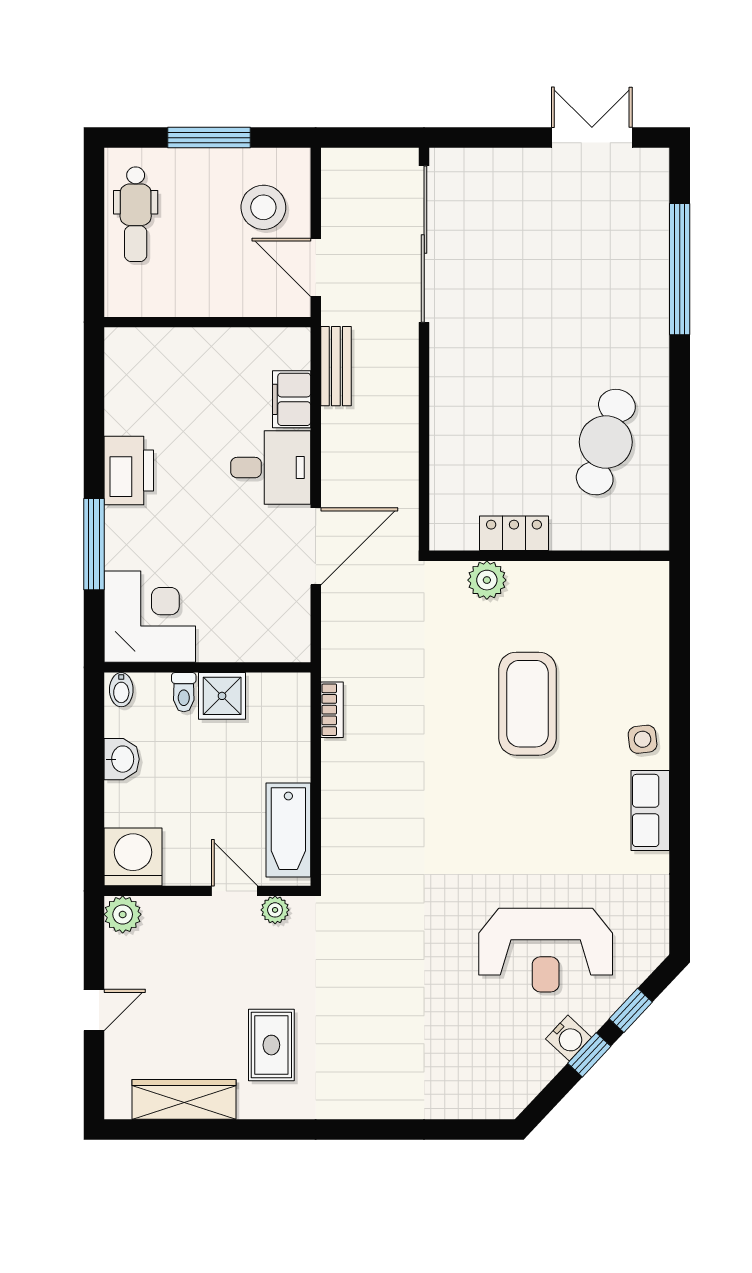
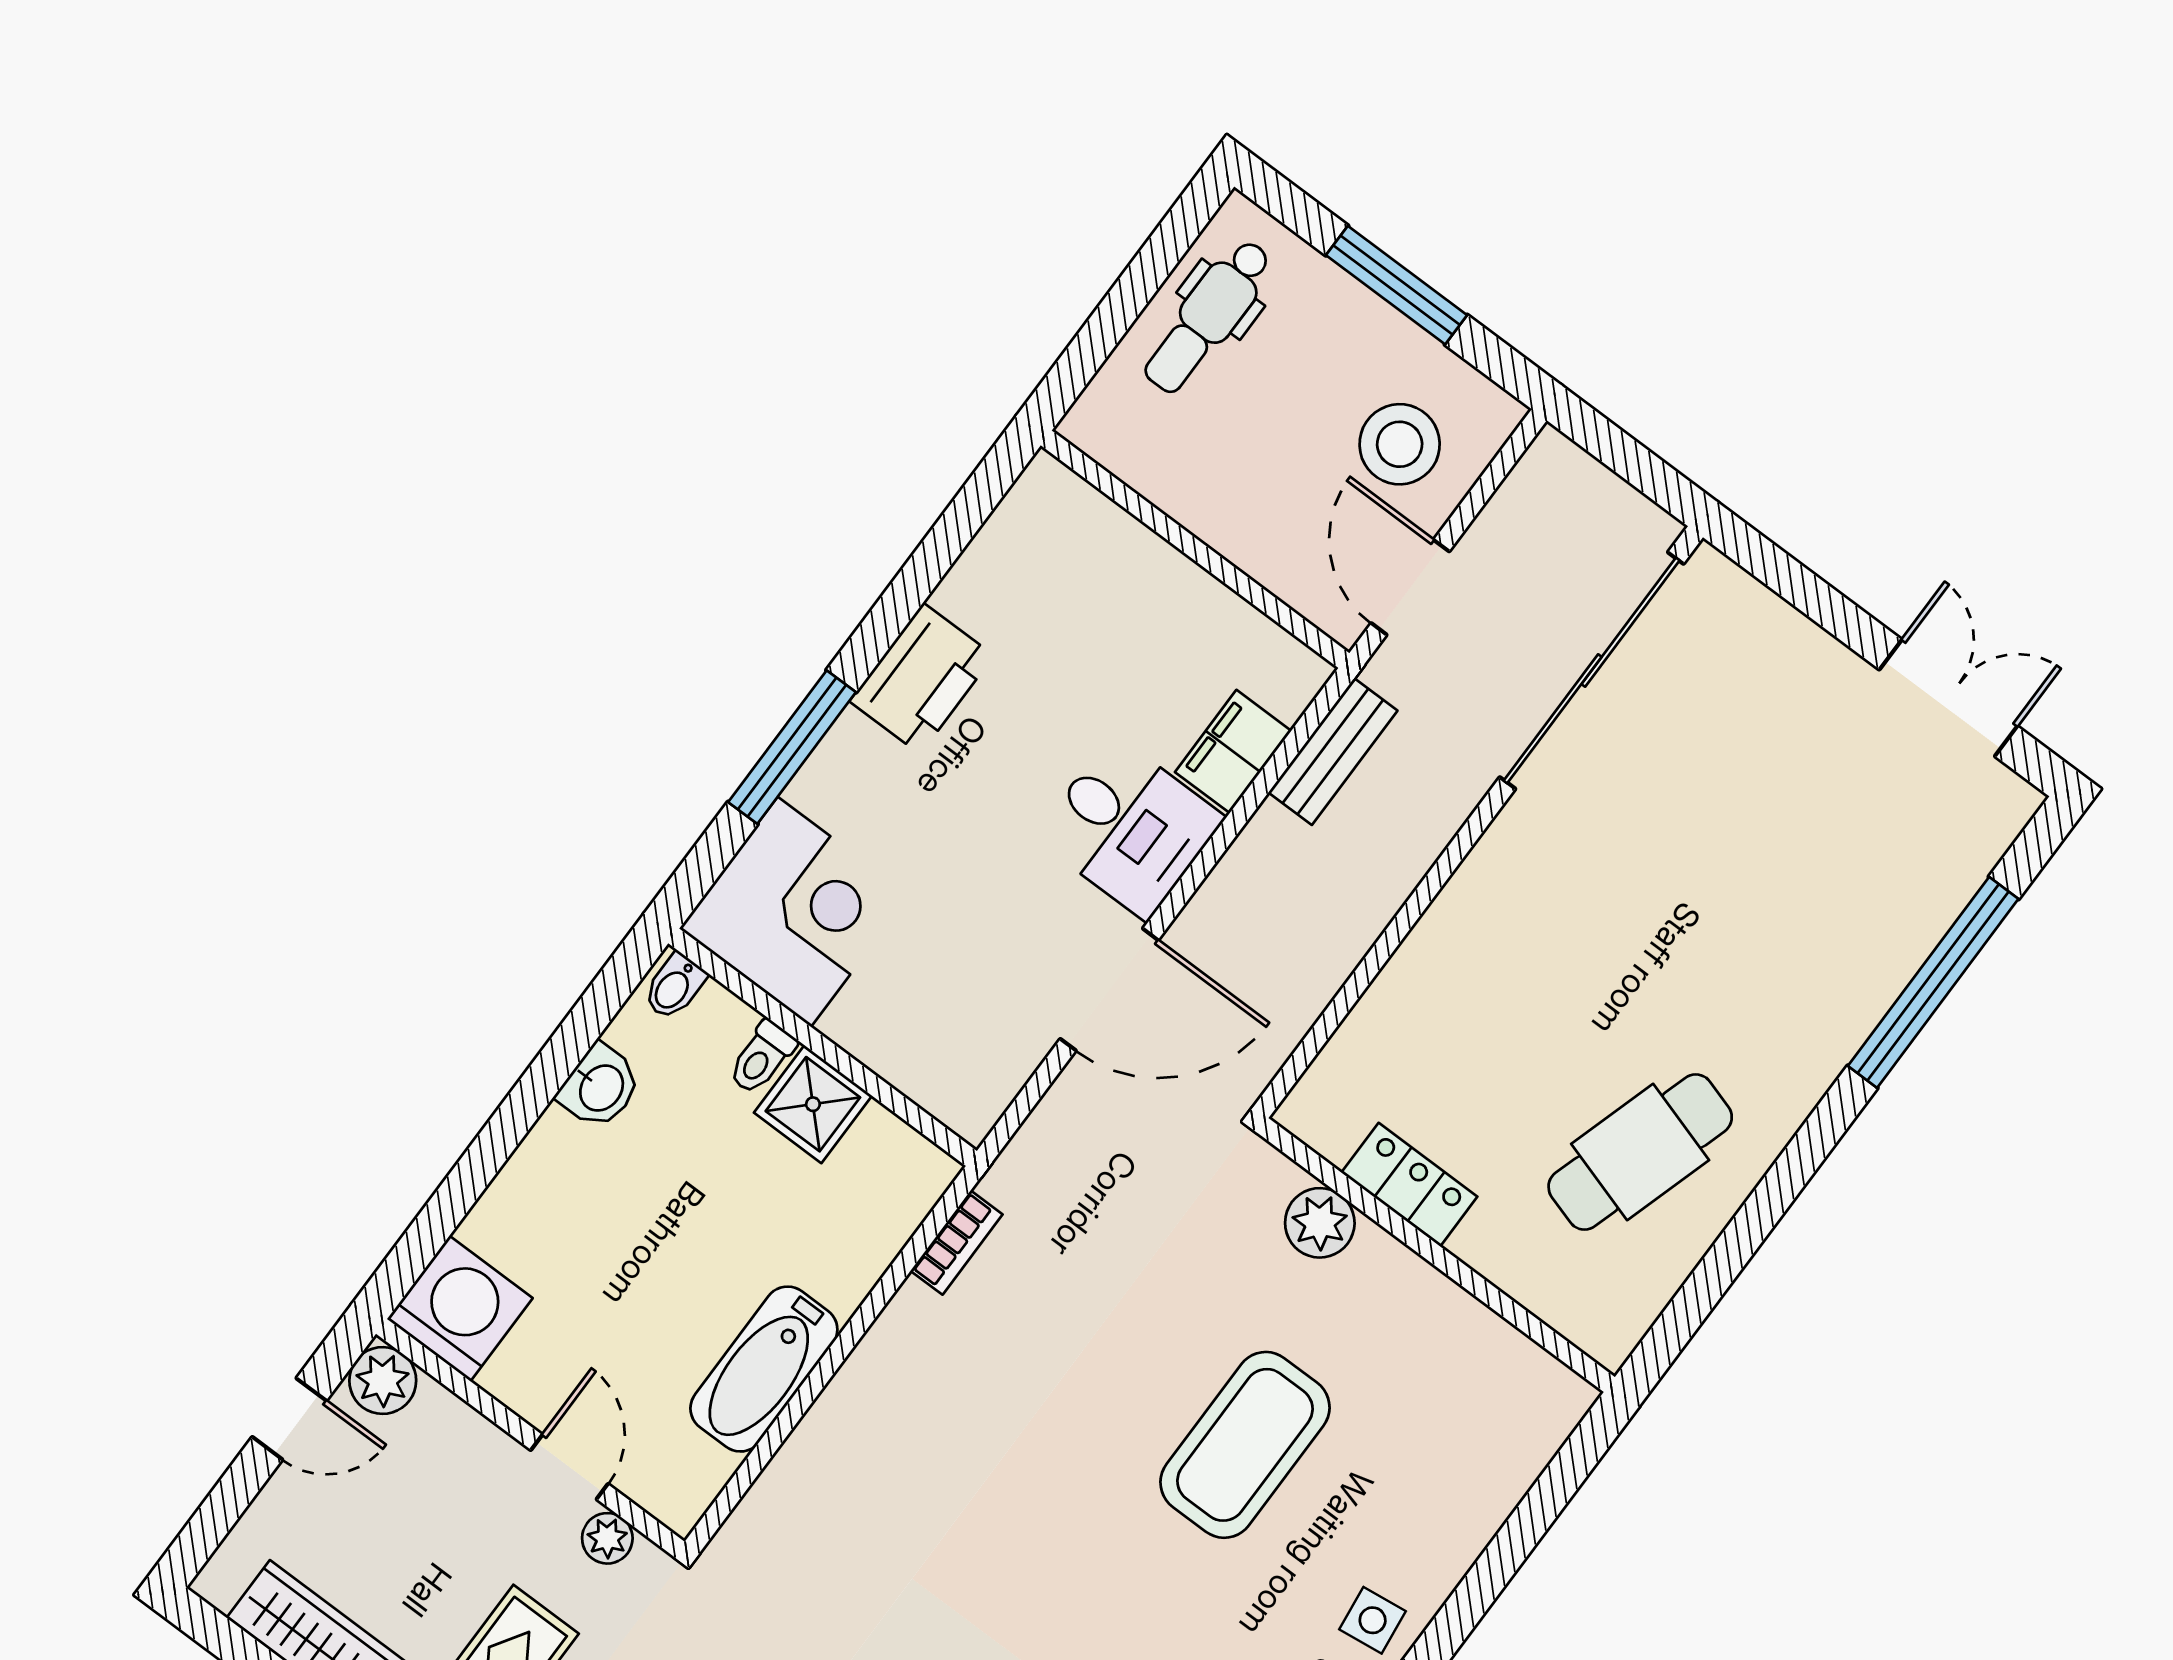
washing machine: (133, 857) -> (460, 1309), moved
wall: (207, 891) -> (530, 1438), moved
door: (234, 891) -> (569, 1467), moved
plant: (275, 910) -> (607, 1538), moved
plant: (123, 914) -> (383, 1380), moved

